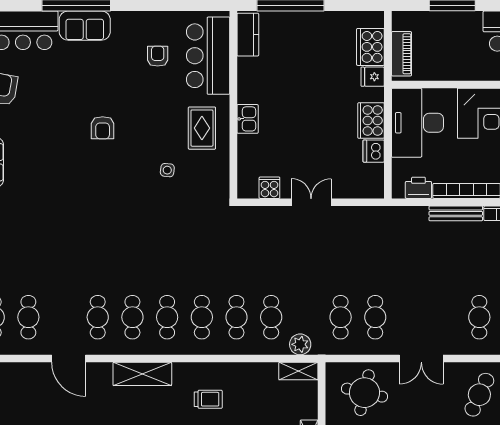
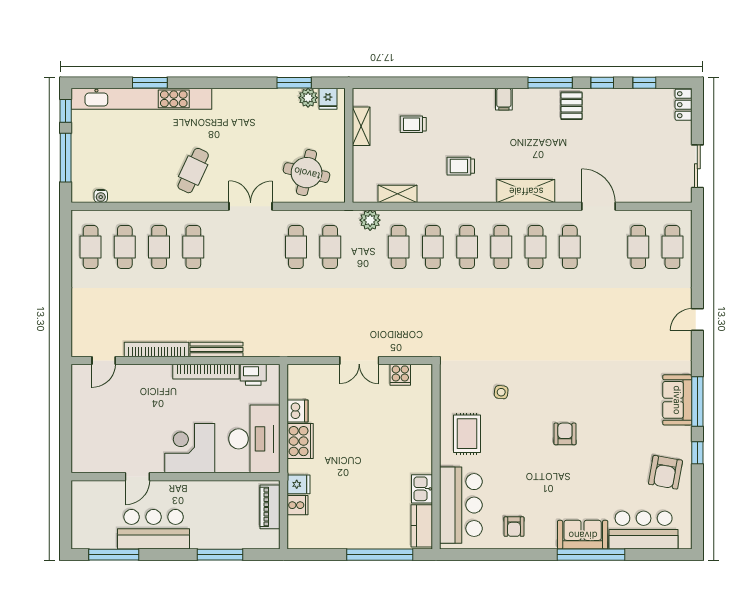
cooker: (370, 47) -> (297, 505), width x0.53, depth x0.76
armchair: (158, 56) -> (514, 527), moved
kitchen sink: (248, 119) -> (422, 489), moved
shelving: (298, 371) -> (397, 194), moved

